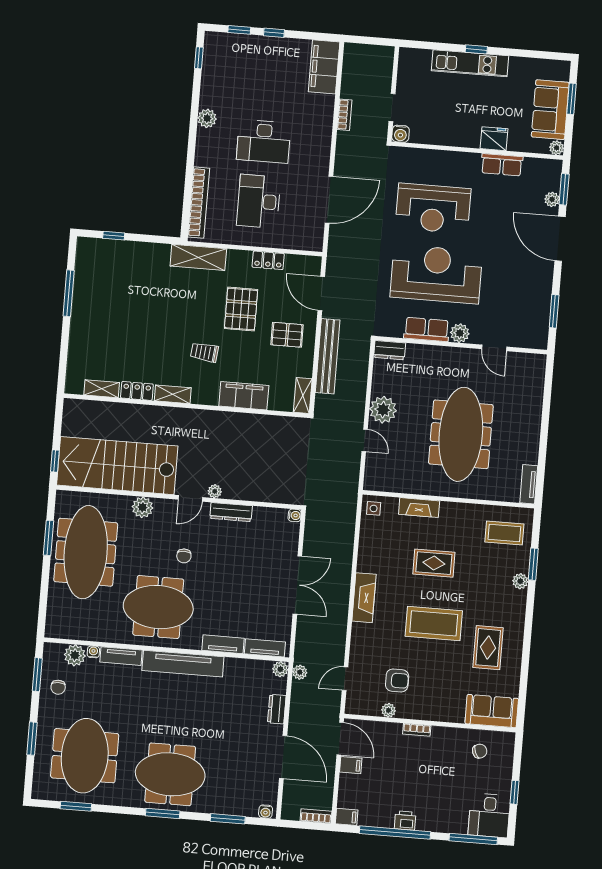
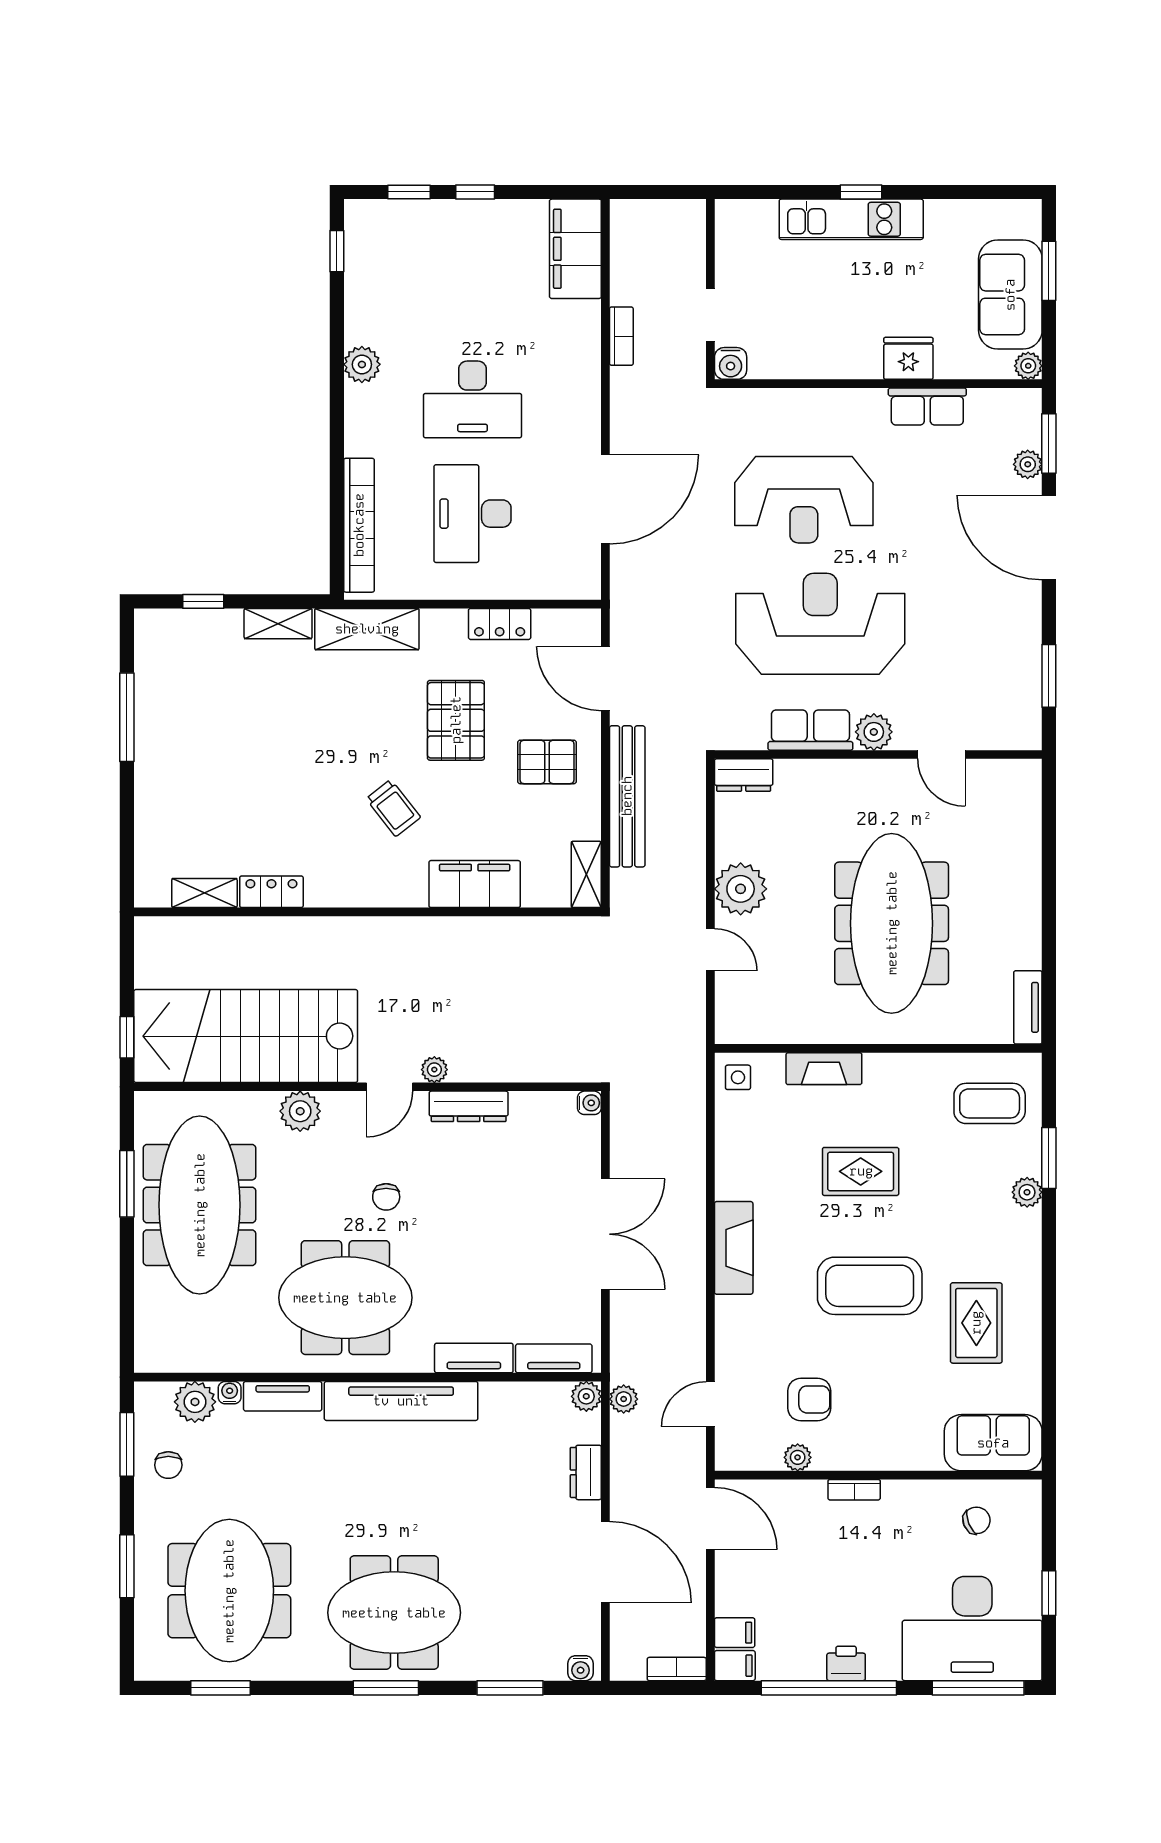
trolley: (204, 352) -> (393, 808), turned -134
shelving: (173, 394) -> (278, 624), moved
filing cabinet: (351, 765) -> (735, 1633), moved
desk: (489, 815) -> (972, 1629), width x1.87, depth x1.30

